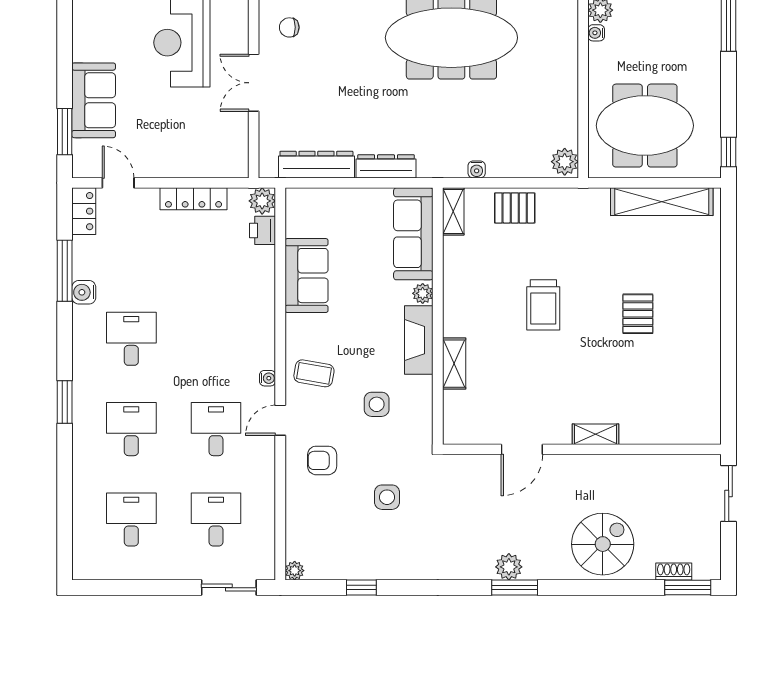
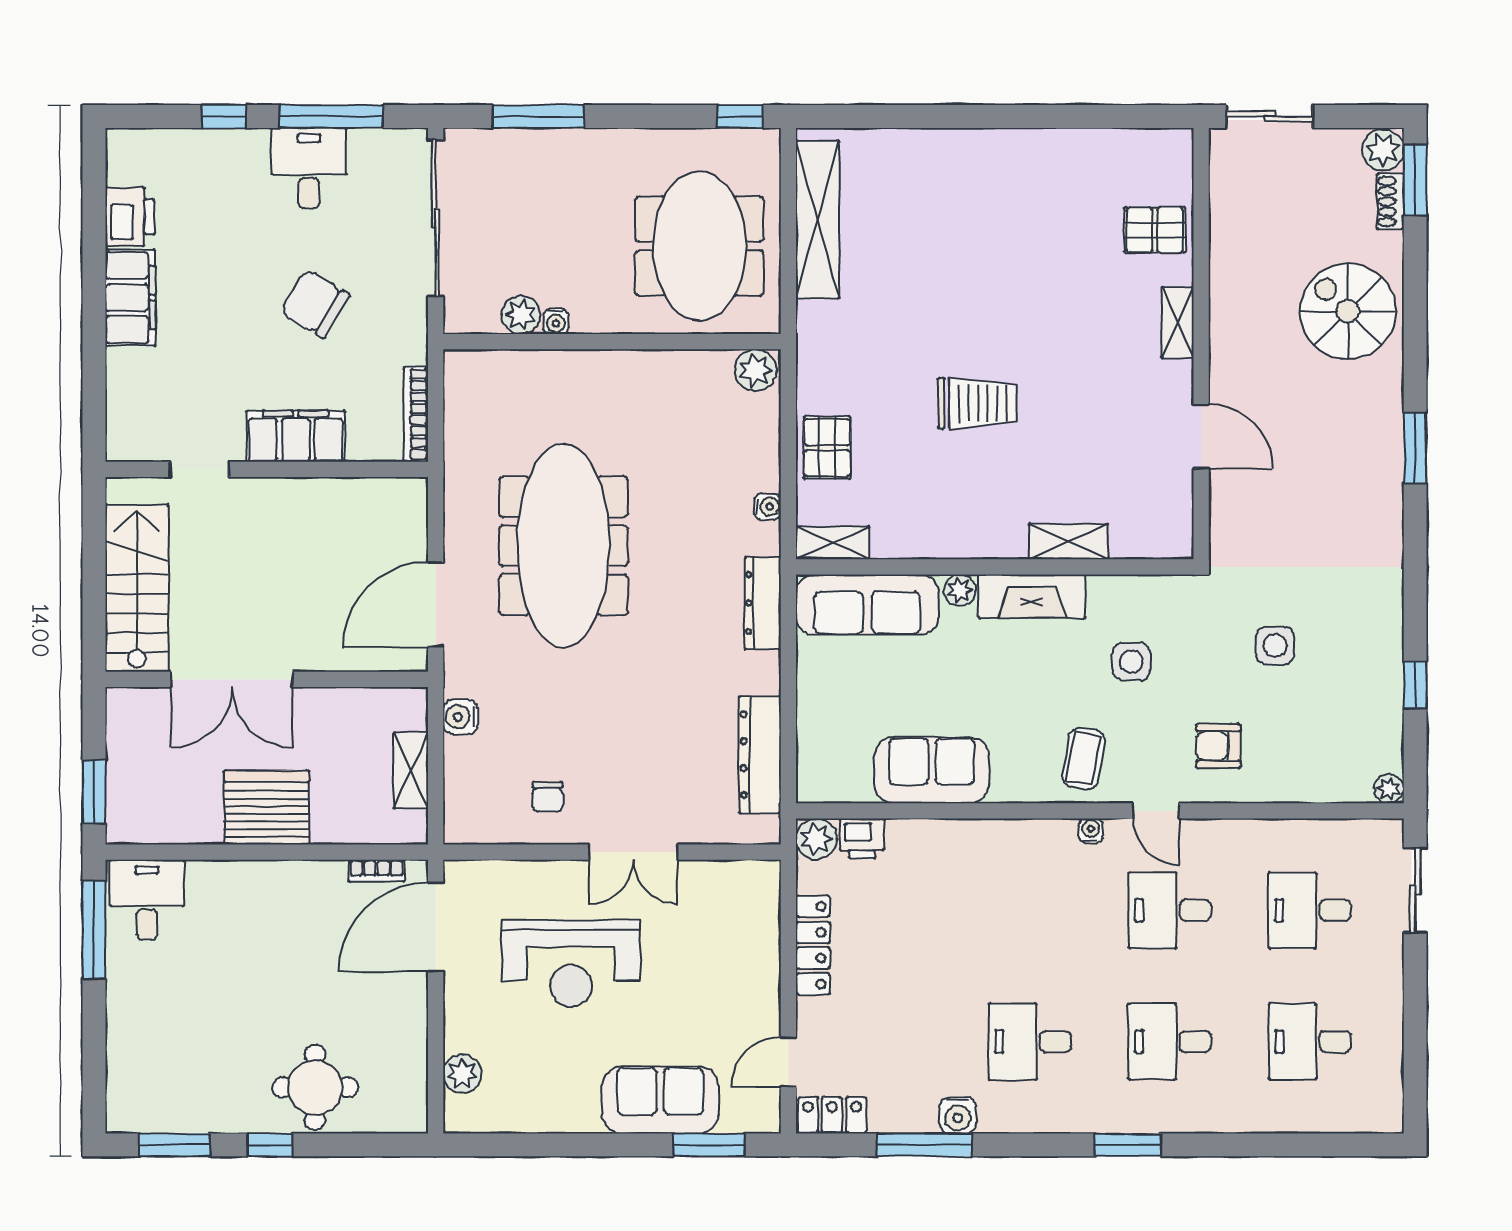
dresser: (386, 166) -> (763, 603), moved
pallet: (638, 314) -> (1155, 230), moved
armchair: (322, 460) -> (1218, 746), turned 90
plant: (509, 567) -> (1383, 150), moved

